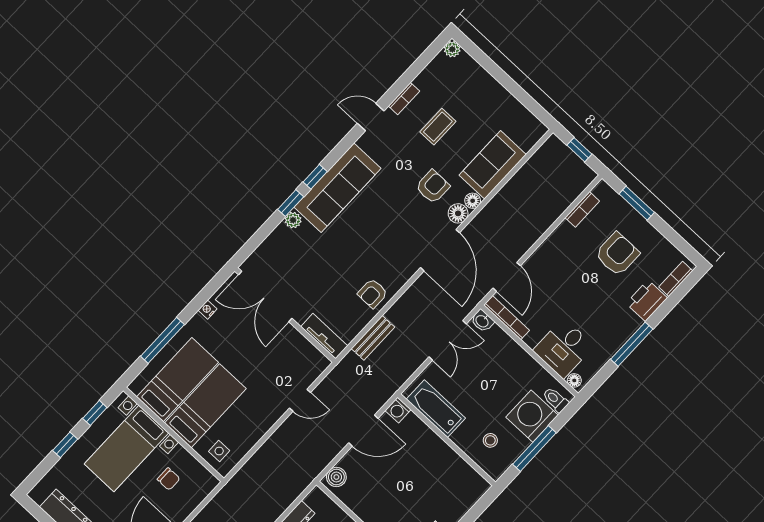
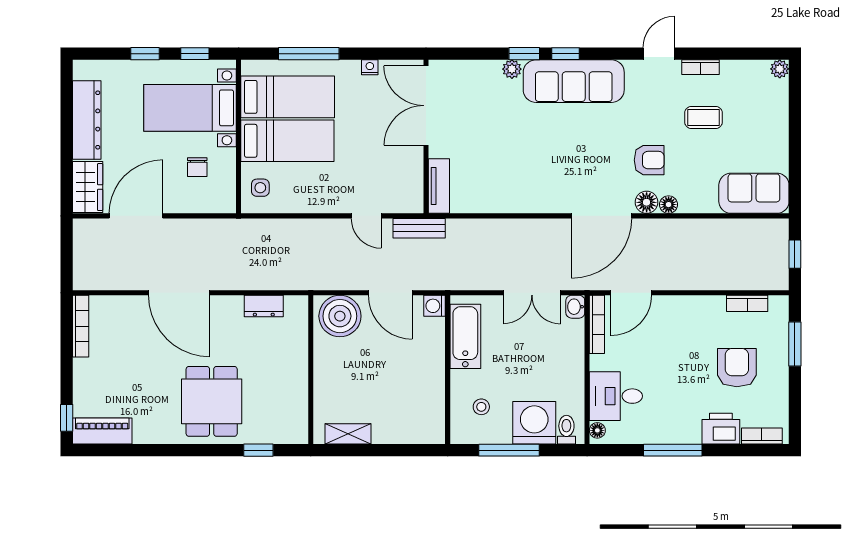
door: (371, 117) -> (659, 54), hinge flipped
sofa: (493, 165) -> (754, 193), moved
armchair: (617, 254) -> (737, 368), turned -90
armchair: (373, 293) -> (513, 193), removed
bench: (373, 338) -> (419, 228), moved
boiler: (336, 477) -> (340, 316), width x1.86, depth x1.86

